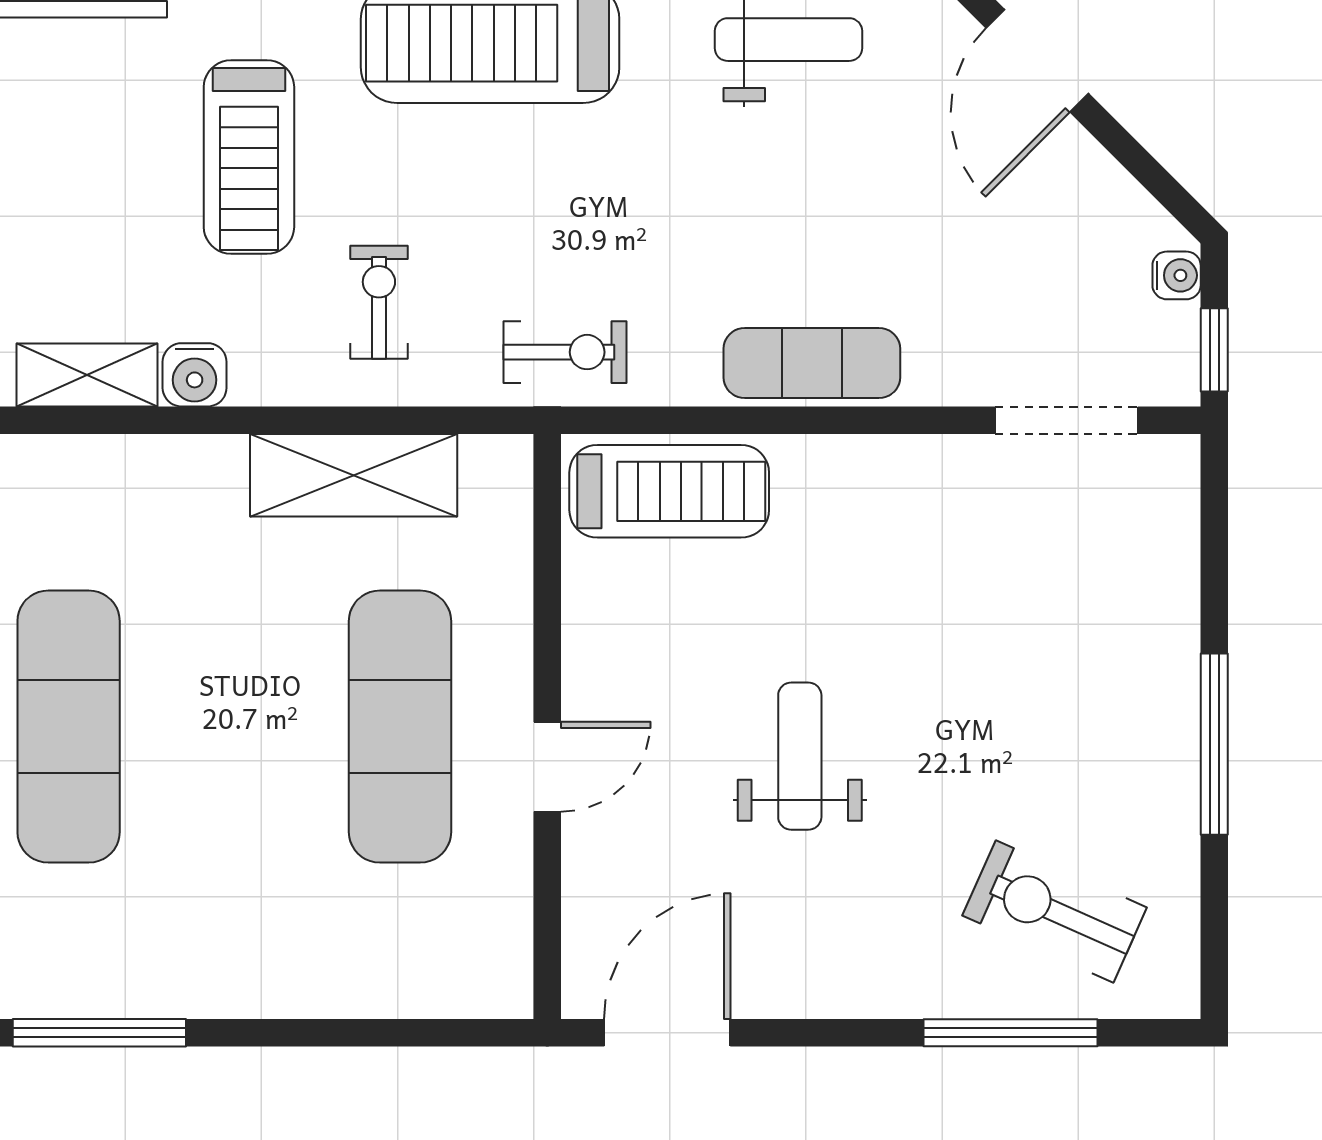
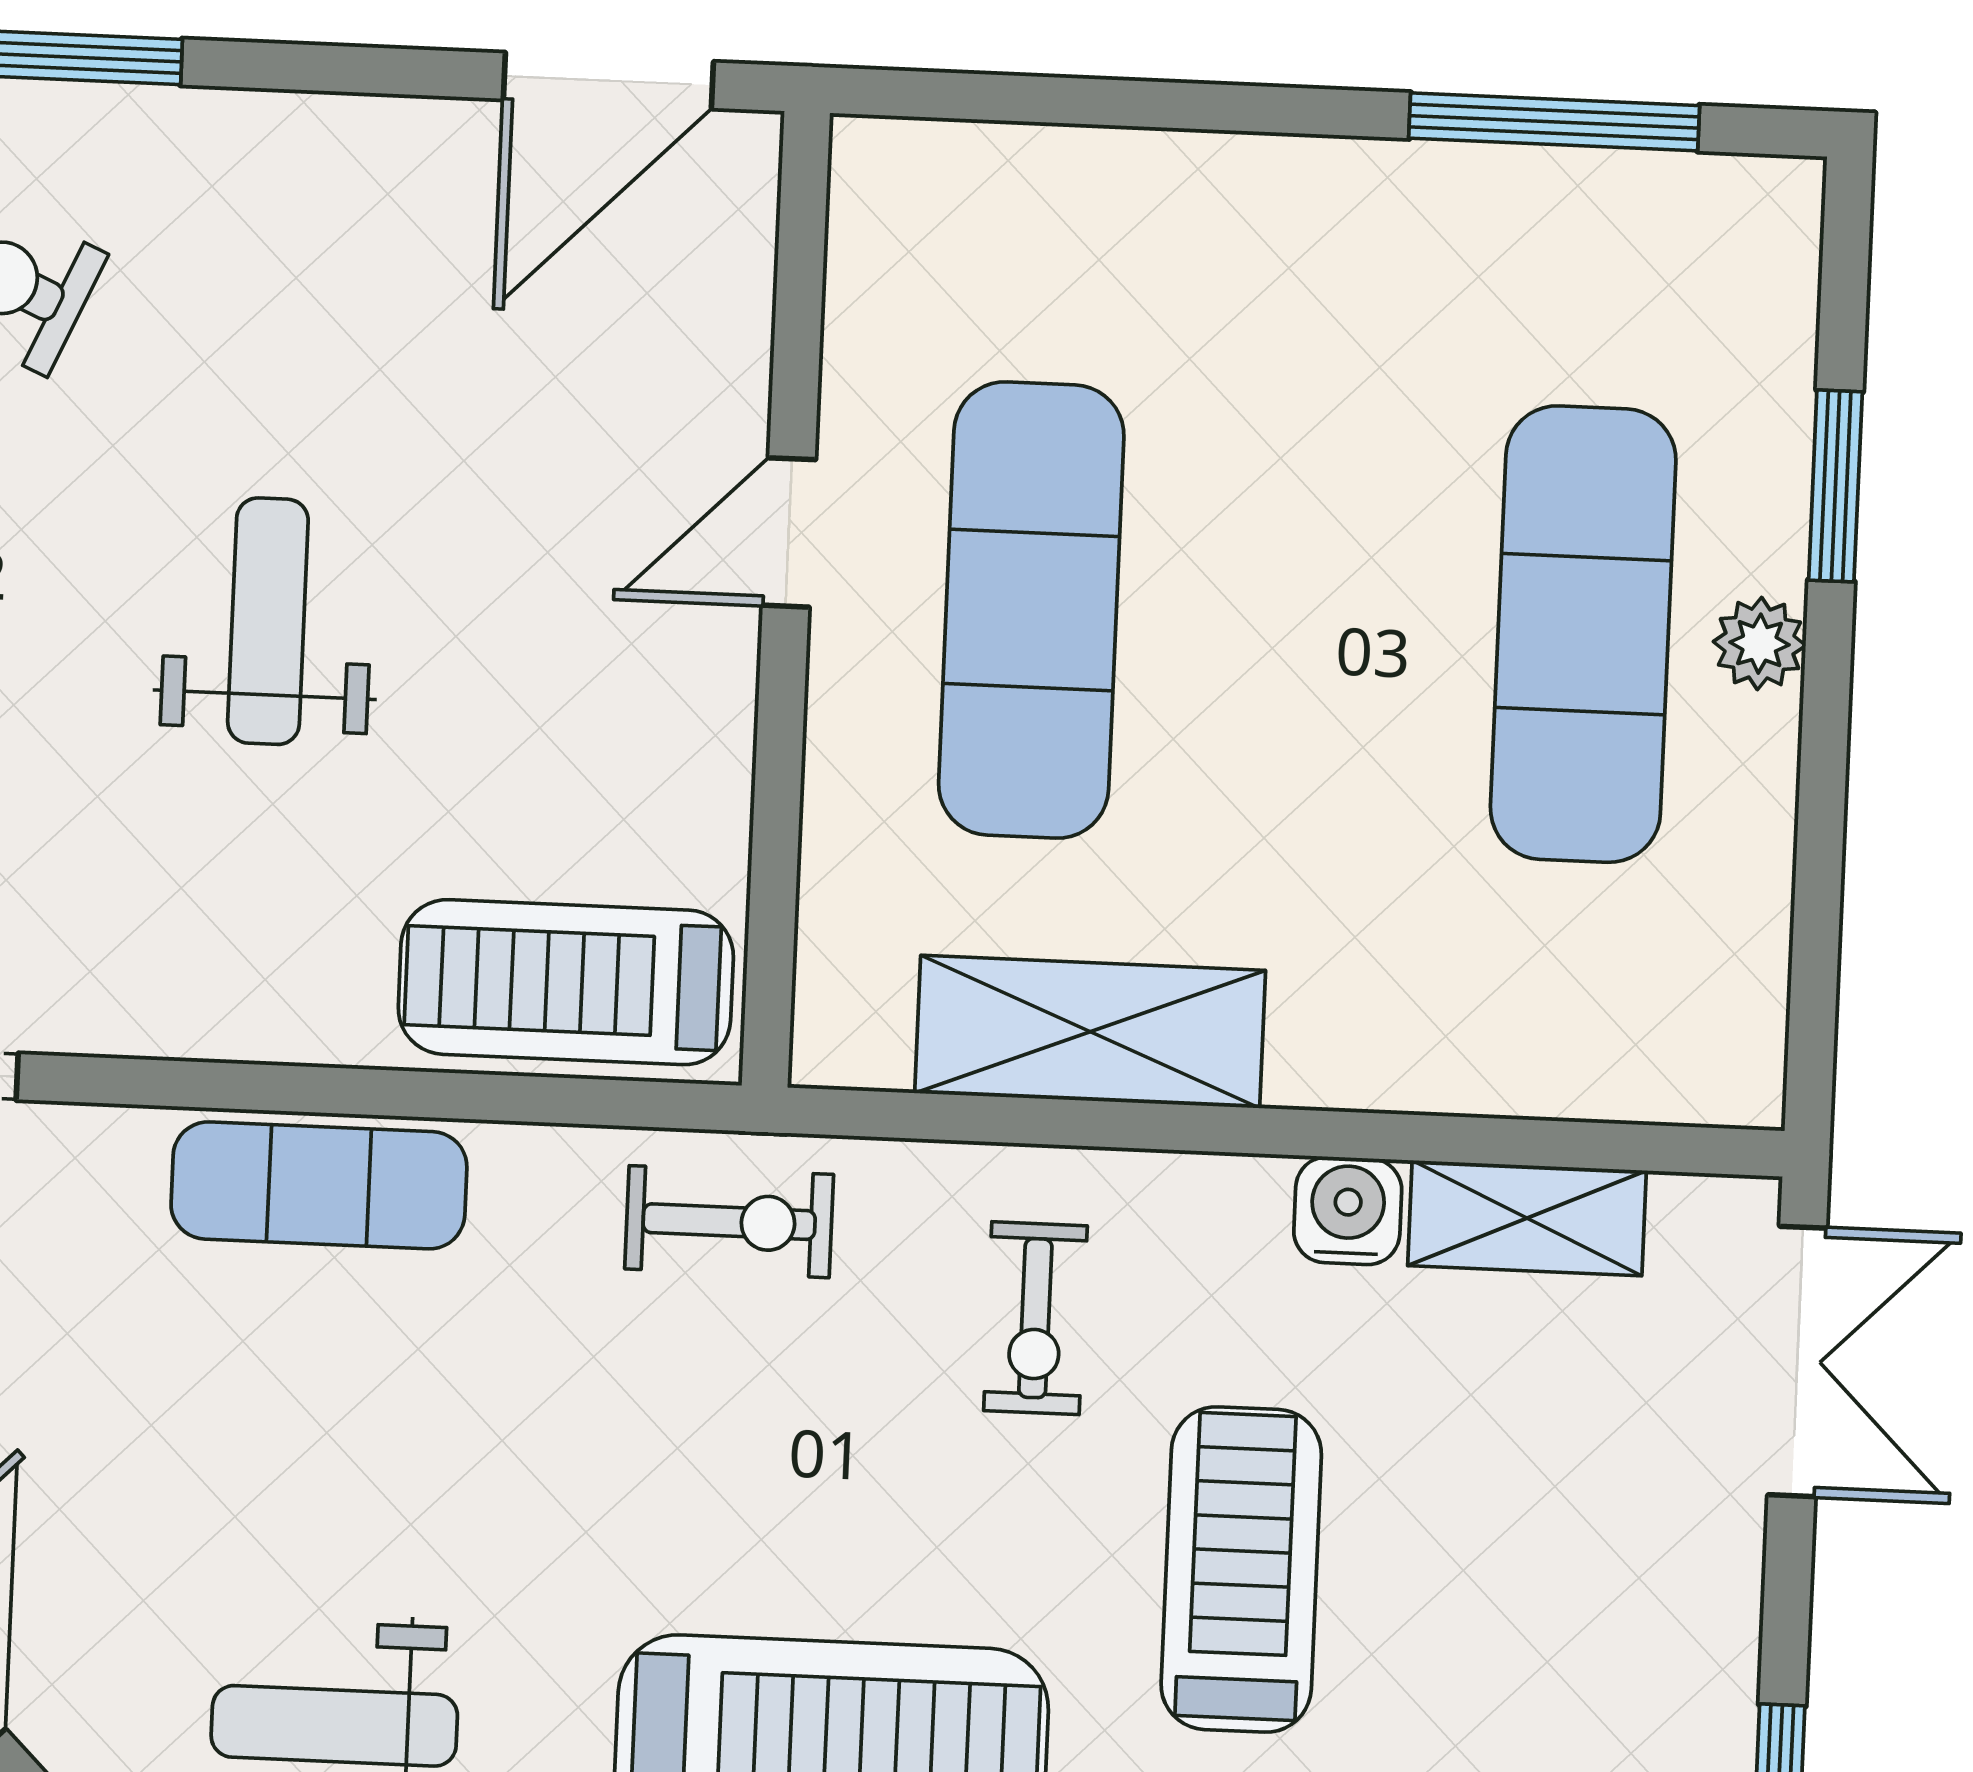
exercise bike: (565, 352) -> (729, 1222), turned 180
weight bench: (800, 756) -> (268, 621), moved, turned 180

